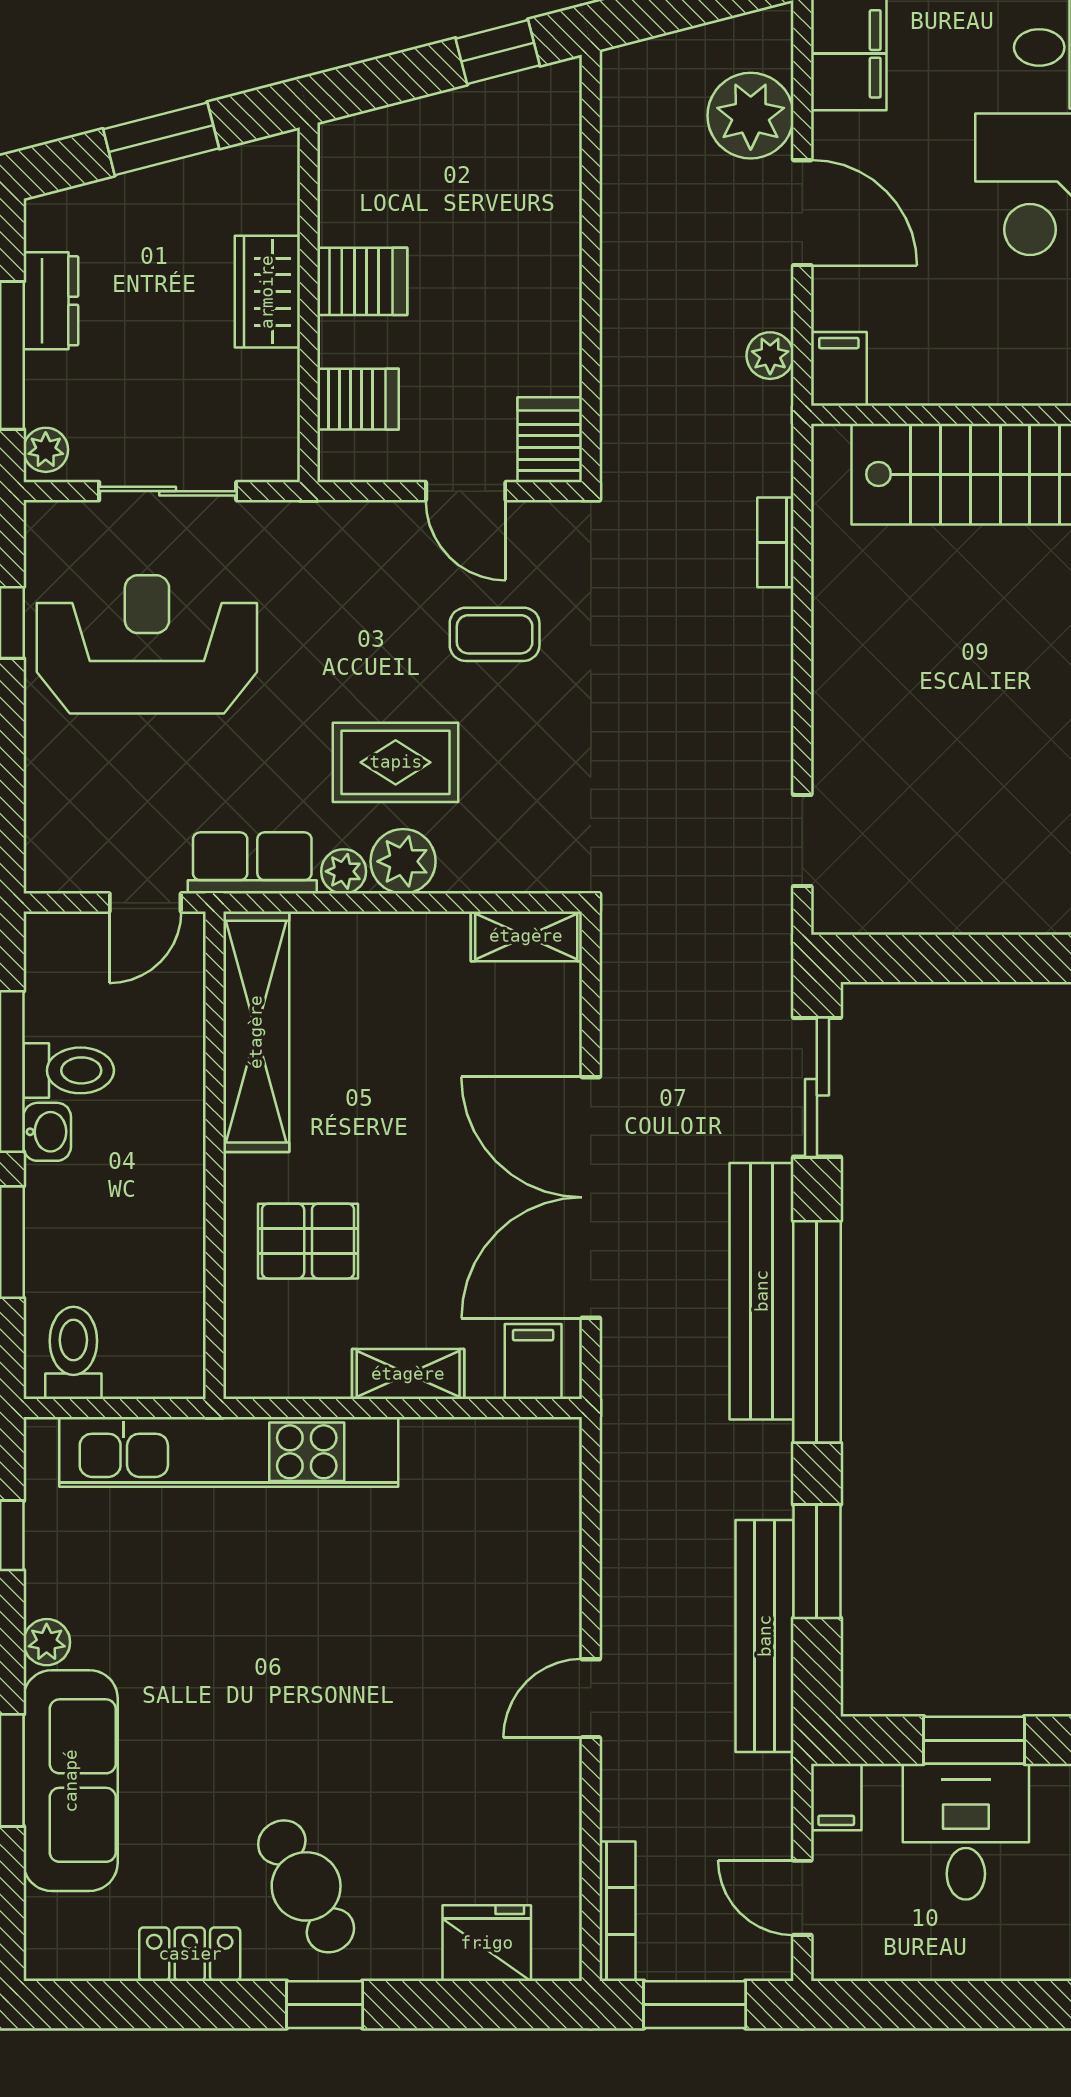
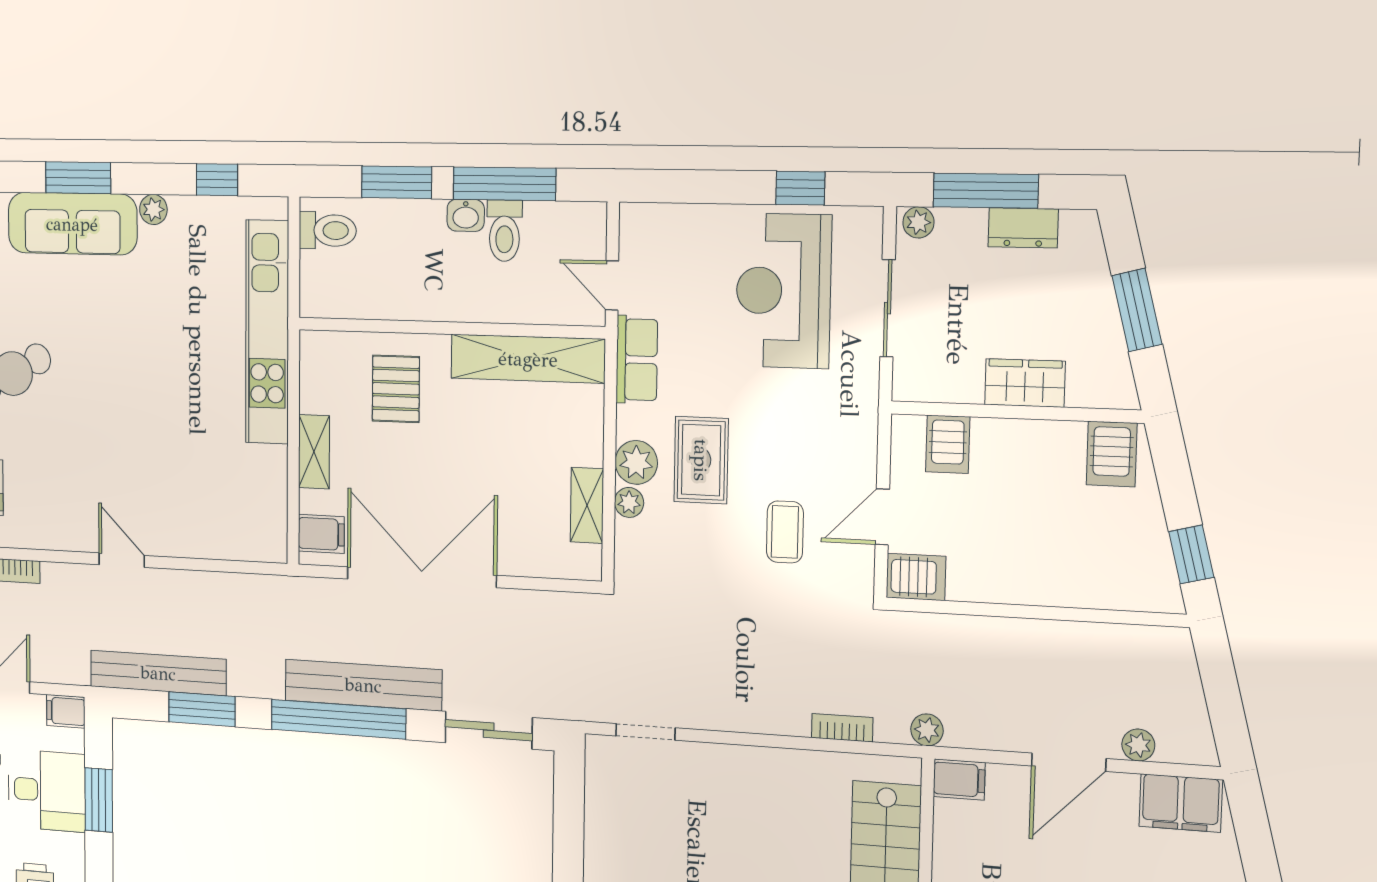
plant: (751, 116) -> (1138, 745), width x0.53, depth x0.53
server rack: (362, 281) -> (1112, 454), moved
plant: (770, 356) -> (927, 730), moved
reception desk: (147, 644) -> (783, 291), turned 180
plant: (344, 871) -> (629, 502), moved
shelving: (526, 936) -> (587, 505), moved

